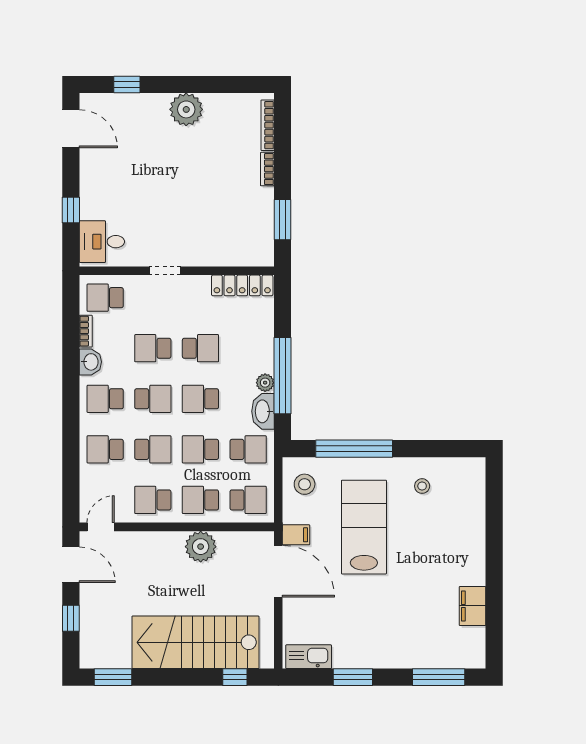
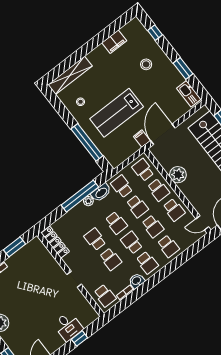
desk: (102, 242) -> (68, 326), moved
school desk: (153, 449) -> (153, 226), turned 180
stool: (305, 484) -> (146, 64), moved
shelving: (474, 501) -> (70, 75), added
window: (439, 677) -> (155, 33), width x0.46

